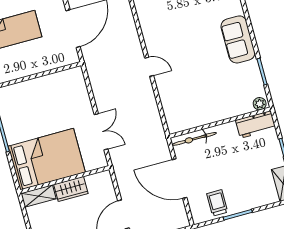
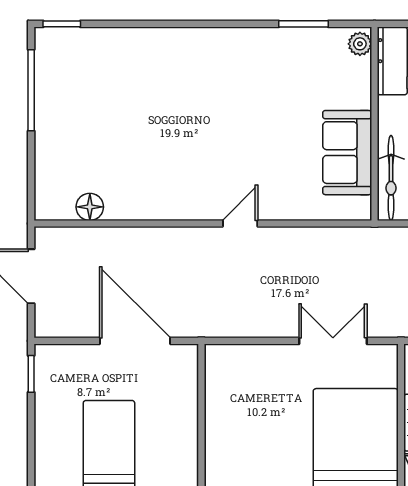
sofa: (238, 39) -> (347, 153), moved, turned 90

